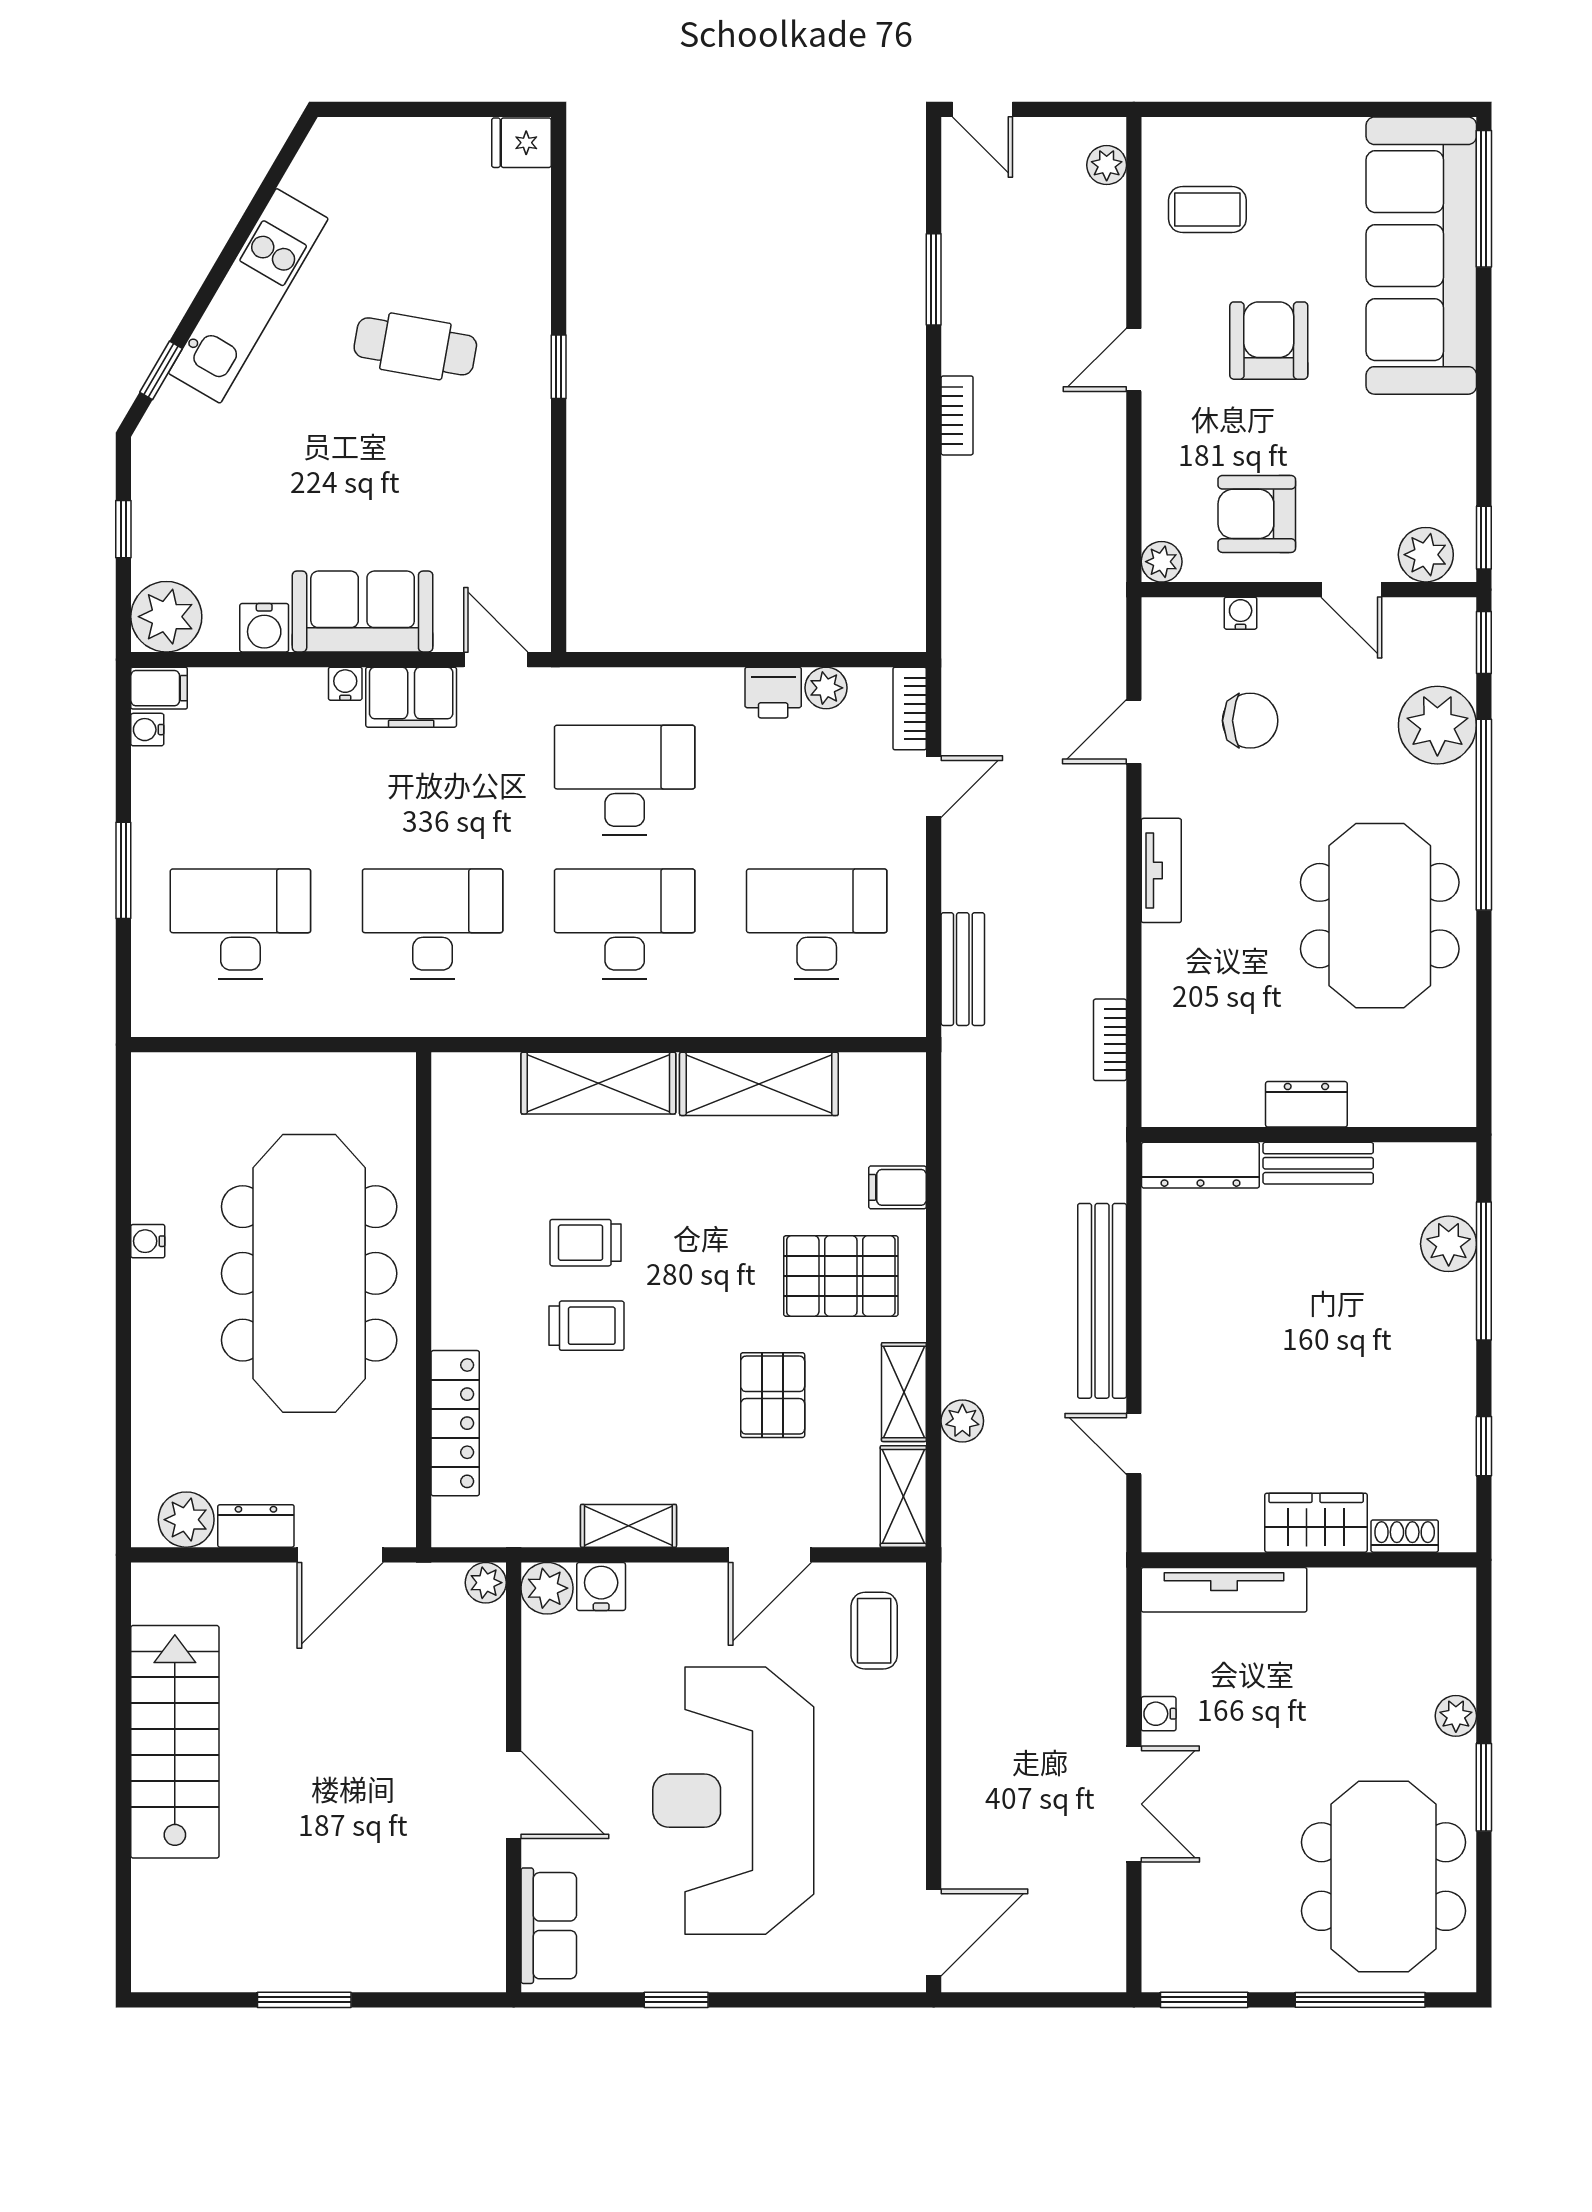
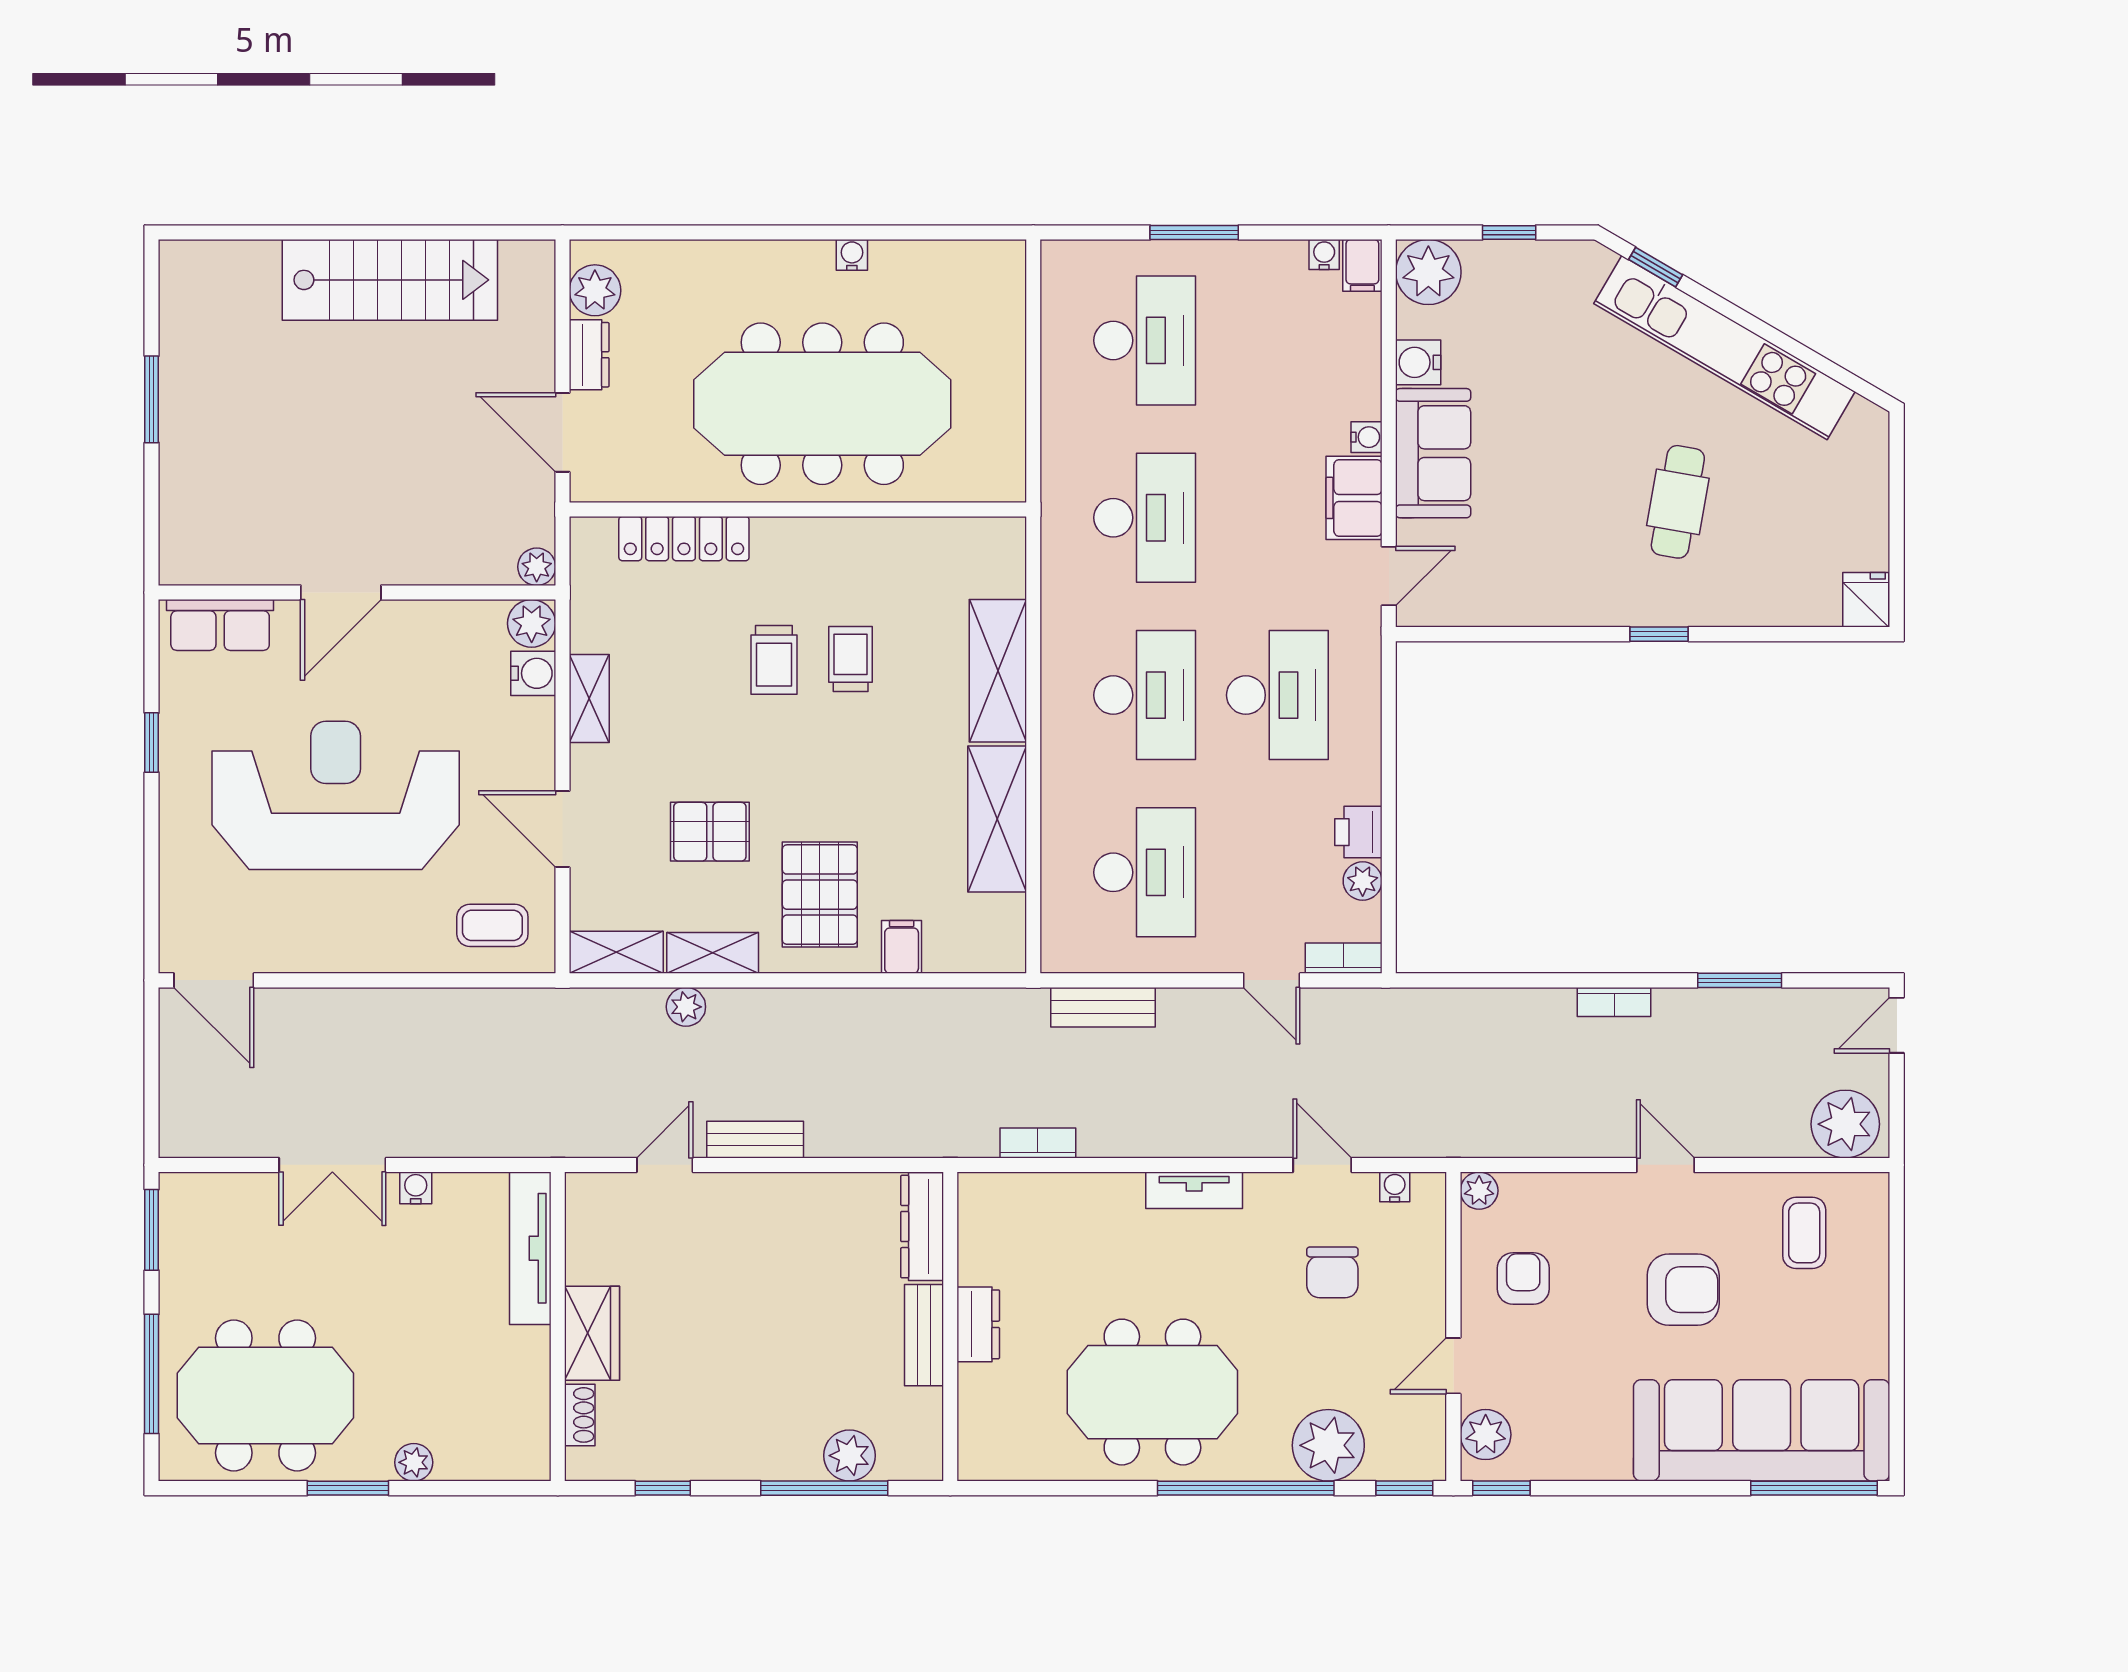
plant: (1107, 165) -> (1845, 1124), width x1.87, depth x1.87
kitchen unit: (248, 296) -> (1724, 348), width x1.36
armchair: (1257, 514) -> (1523, 1278), width x0.72, depth x0.72
water cooler: (1241, 613) -> (1395, 1187), moved, turned -90
bench: (1102, 1301) -> (755, 1140), width x0.54, depth x0.82

